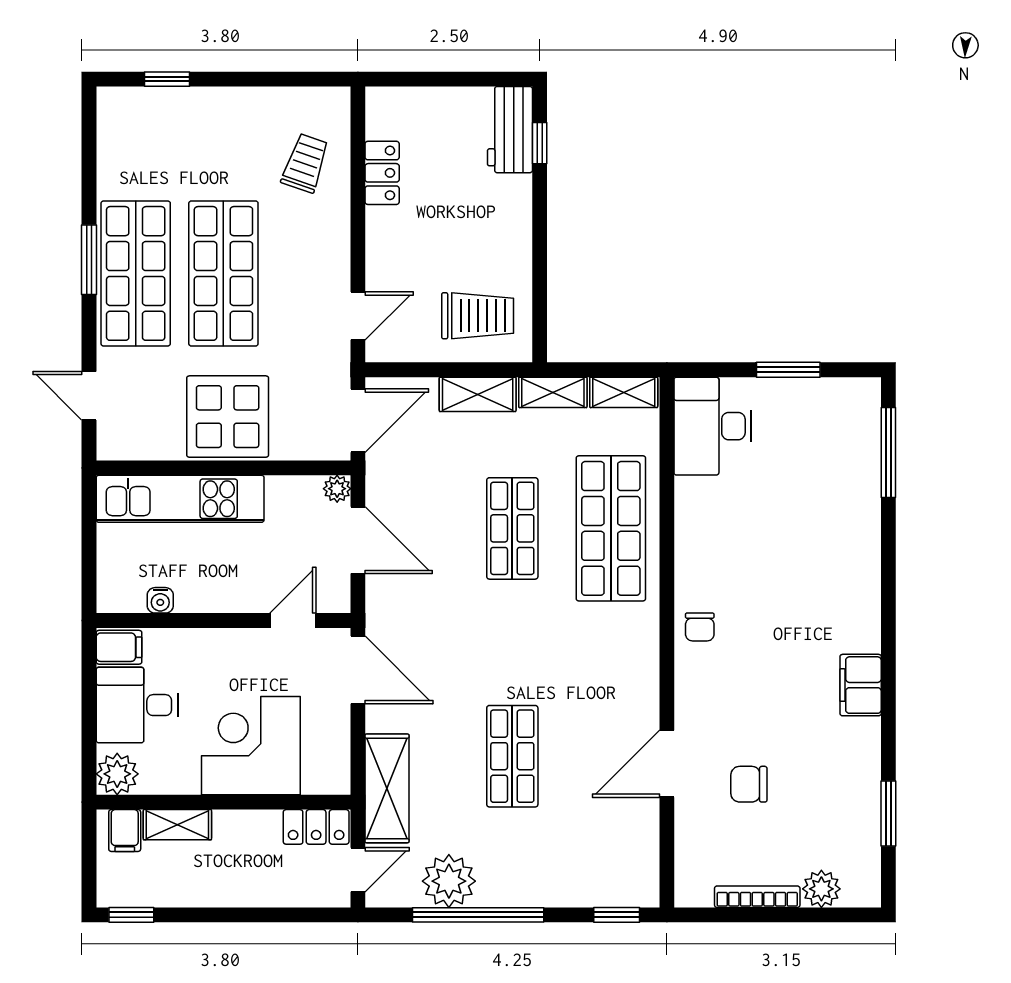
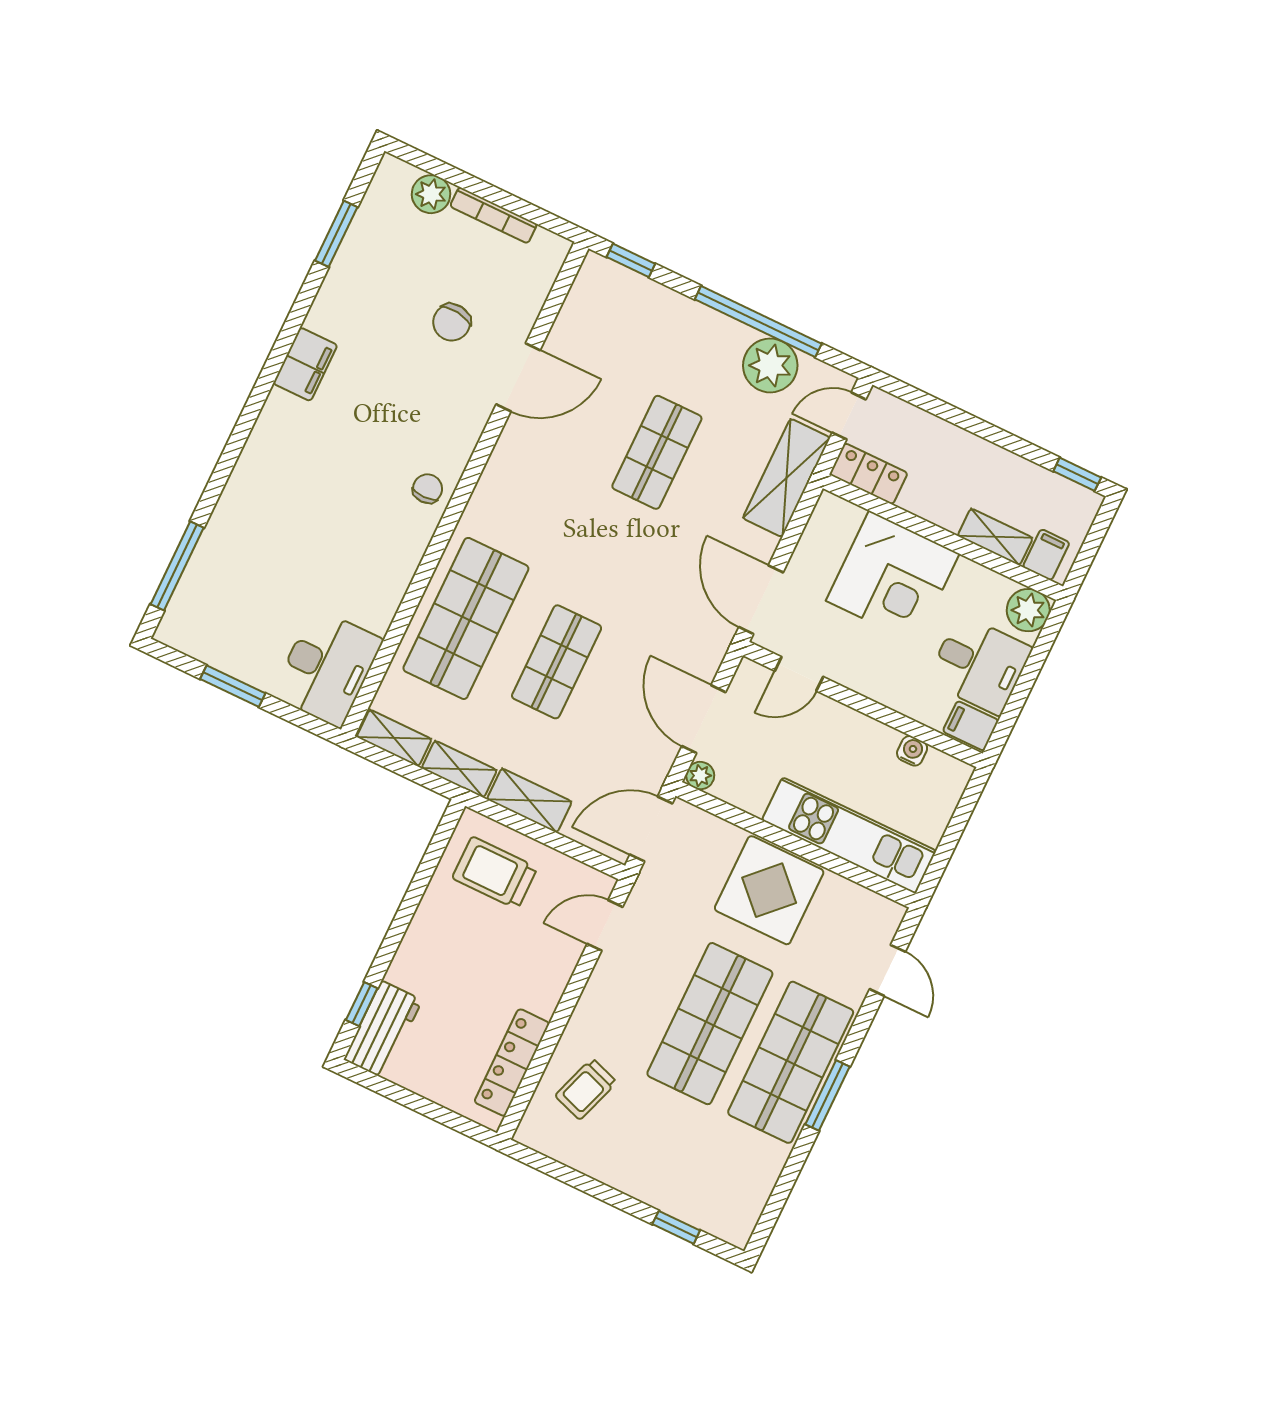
locker: (382, 173) -> (512, 1062), width x1.53
chair: (749, 784) -> (452, 322), turned 97

